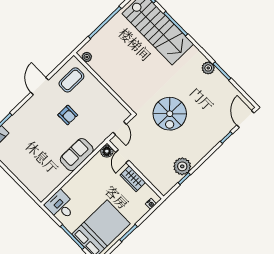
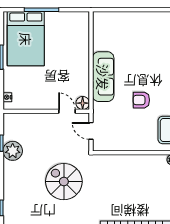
sofa: (77, 155) -> (103, 77), width x1.36
wardrobe: (133, 179) -> (41, 102), removed
desk: (61, 206) -> (75, 24), removed

